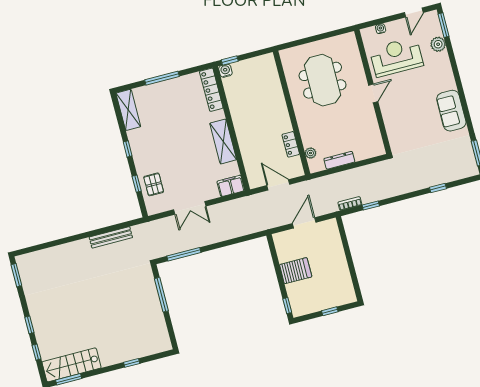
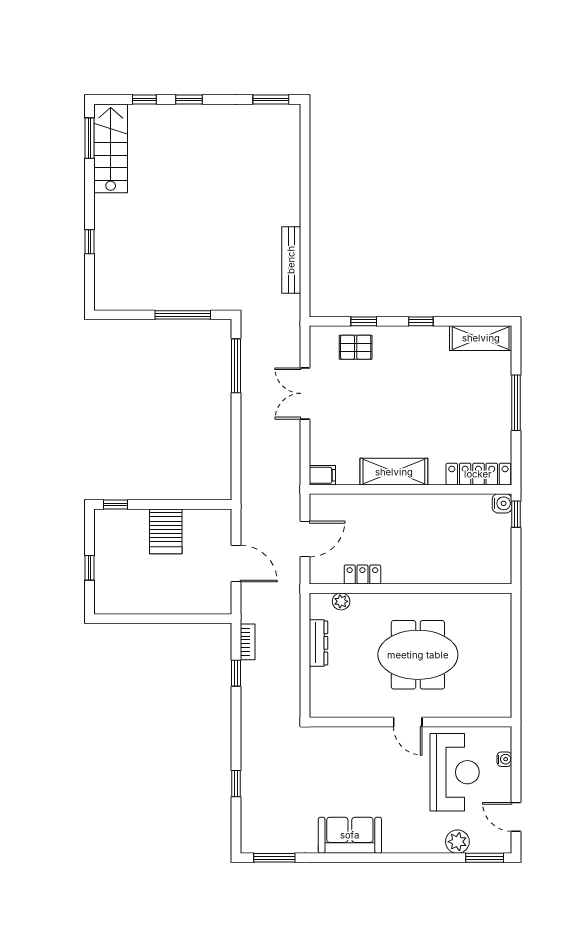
meeting table: (323, 80) -> (418, 655), moved
filing cabinet: (231, 186) -> (322, 475), width x0.50

